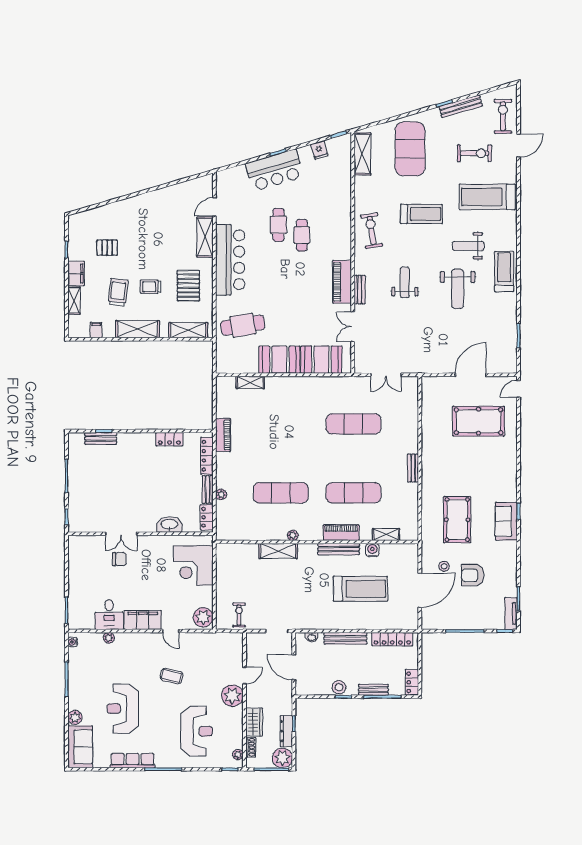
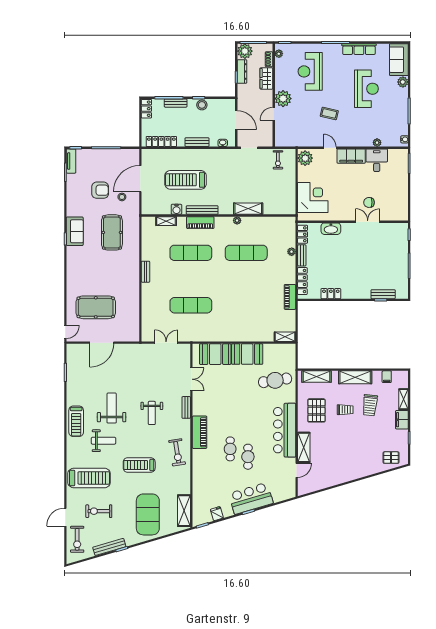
pallet: (107, 248) -> (391, 458), moved
piano: (342, 282) -> (200, 432), moved
shelving: (250, 383) -> (285, 337), moved
bench: (345, 638) -> (197, 142), width x0.73

